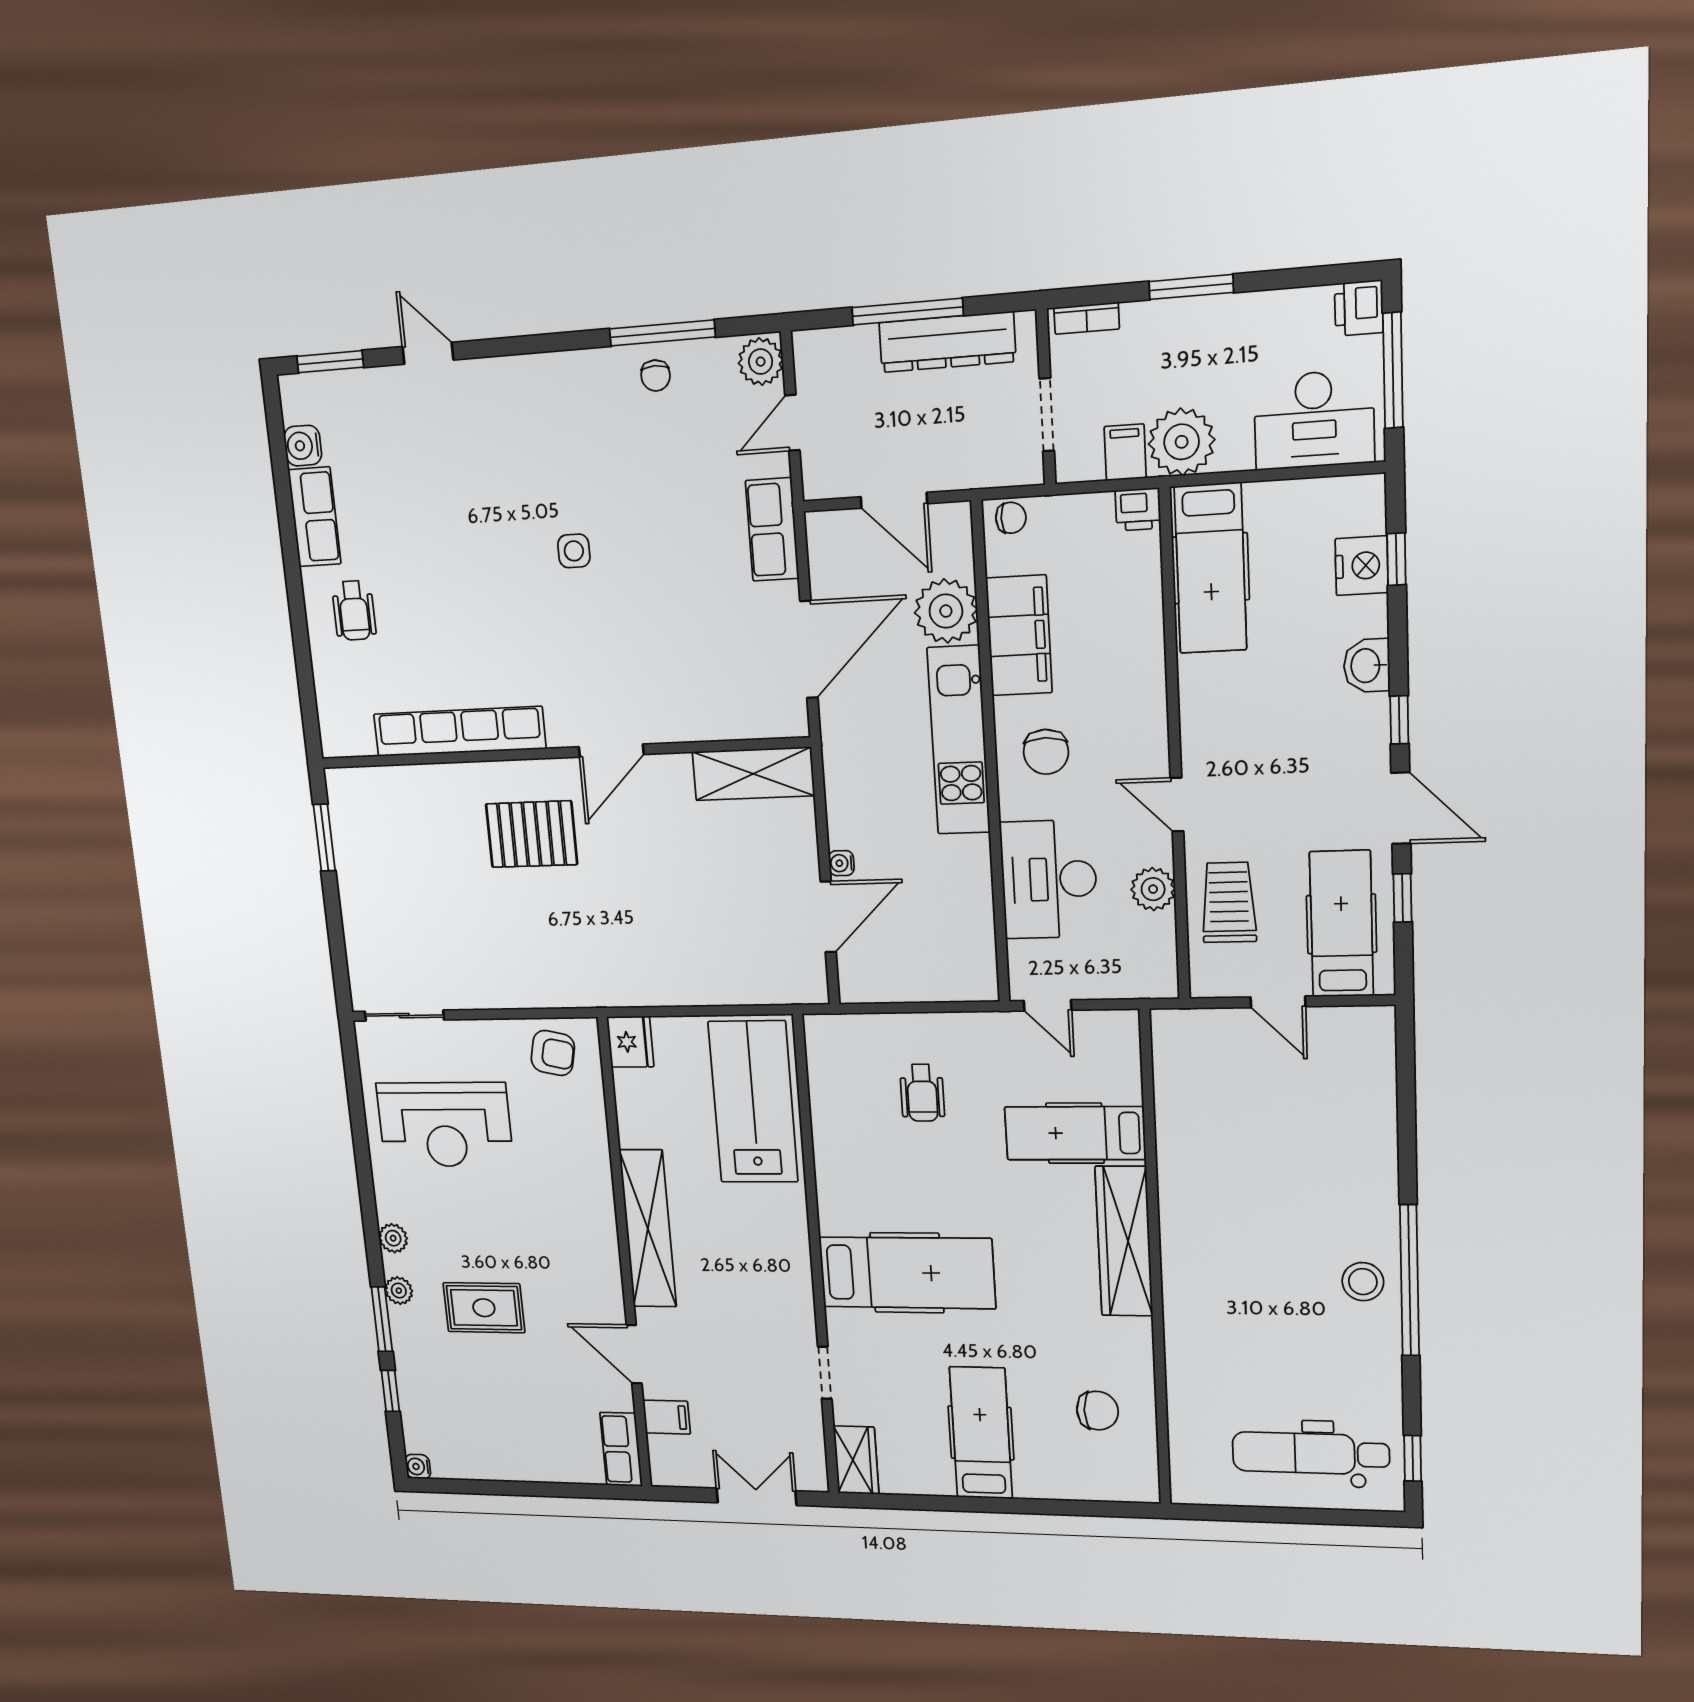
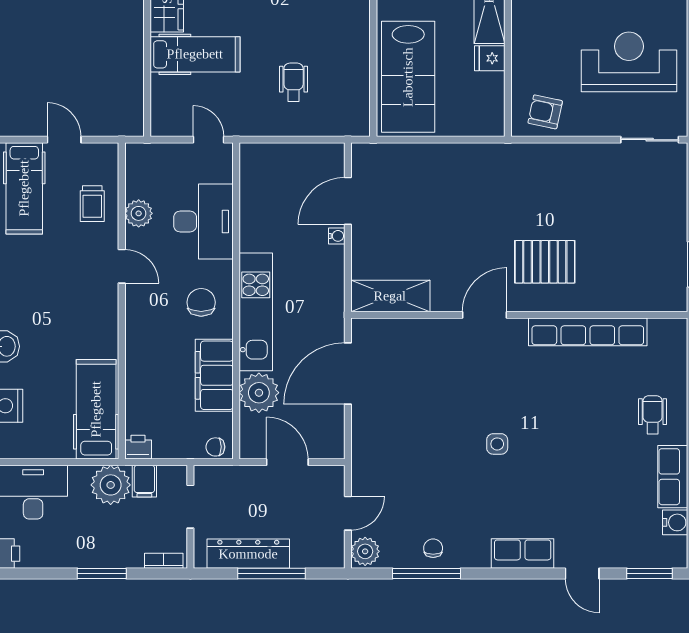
row of seats: (772, 529) -> (523, 553), moved, turned -90
trolley: (1229, 902) -> (92, 204), width x0.73, depth x0.72
fridge: (630, 1042) -> (490, 58), moved, width x0.72

